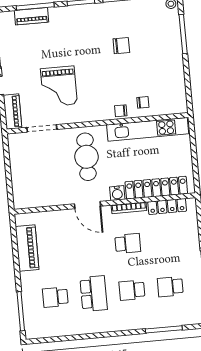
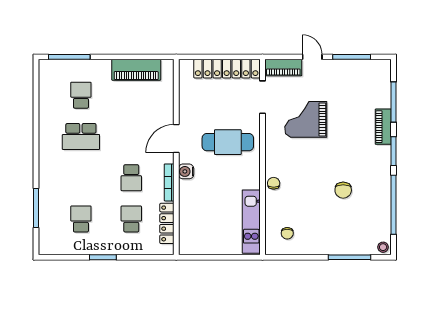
piano: (32, 16) -> (383, 127), moved
chair: (143, 102) -> (287, 233), moved
kitchen unit: (148, 129) -> (251, 222), width x0.73
locker: (156, 188) -> (227, 69), moved, turned 90
school desk: (132, 290) -> (131, 219), moved

